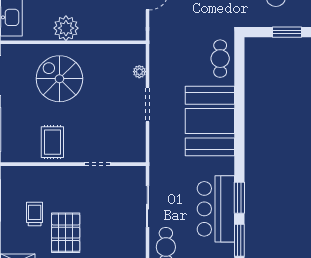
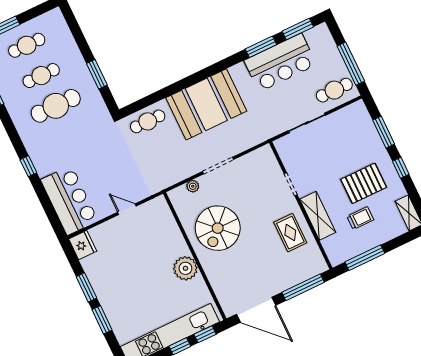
spiral stairs: (59, 79) -> (218, 228), moved
rug: (52, 142) -> (290, 233), turned 90
shelving: (56, 175) -> (318, 216), added
trolley: (35, 214) -> (360, 218), turned 180

